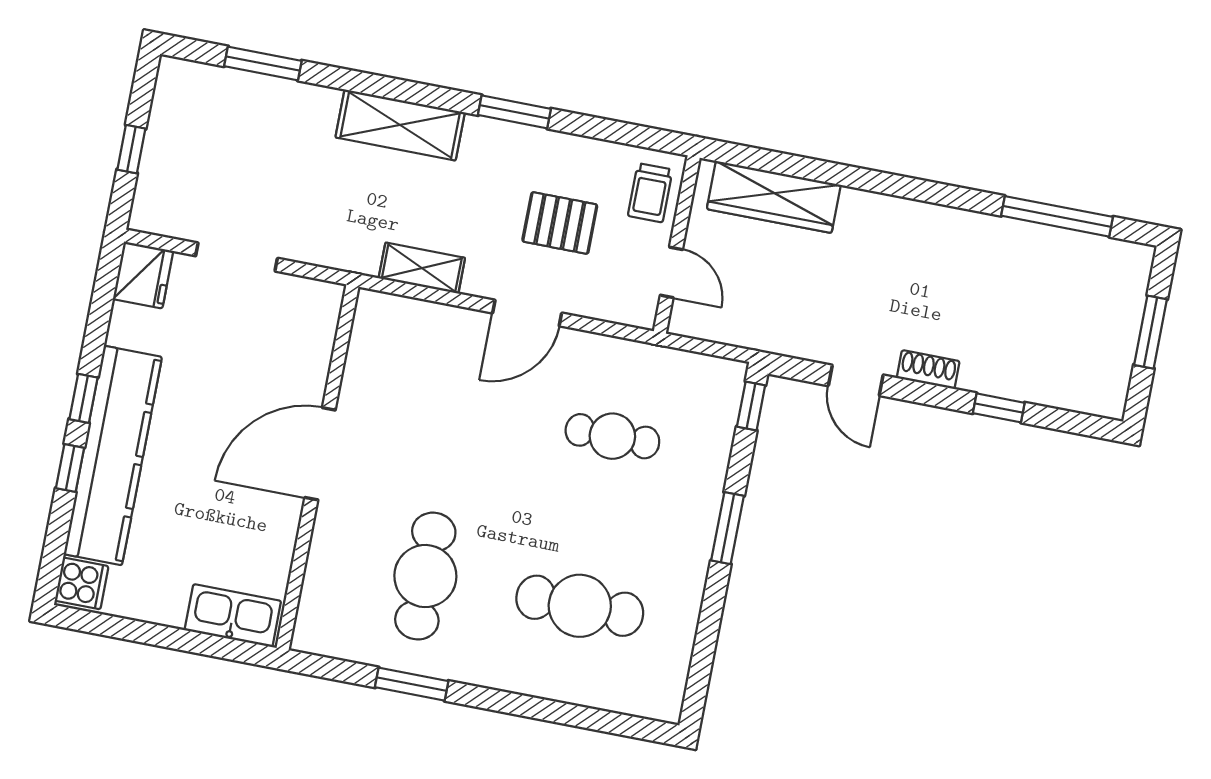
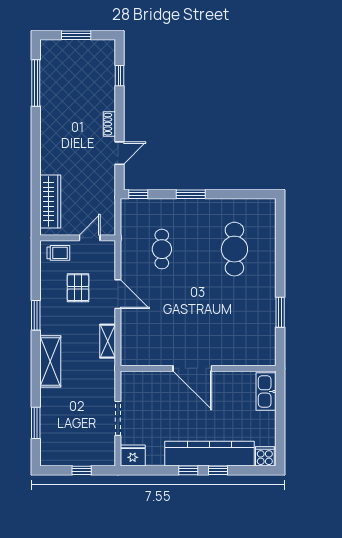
window: (999, 408) -> (119, 76), moved
cafe table: (425, 576) -> (234, 315), removed

